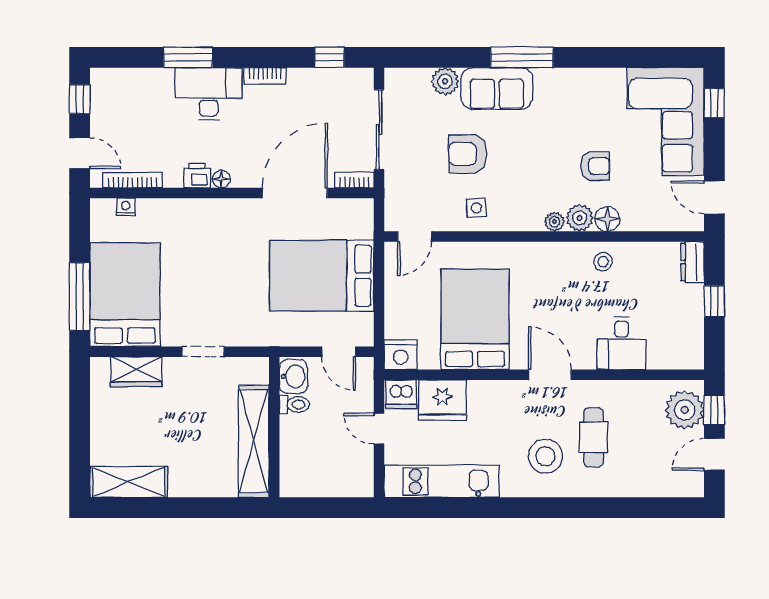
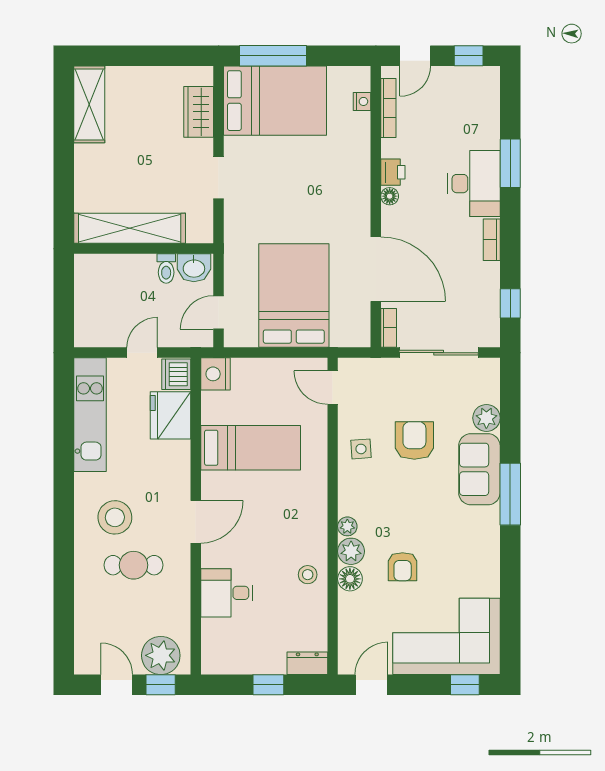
bed: (475, 319) -> (251, 448), width x0.67

